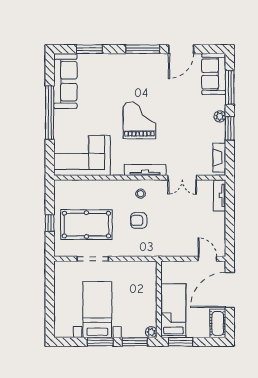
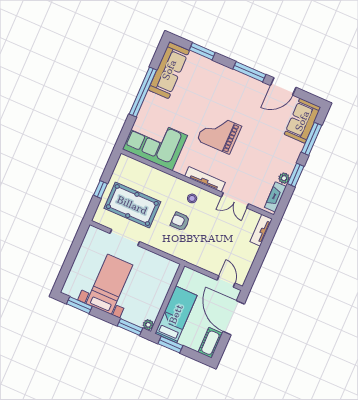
plant: (220, 116) -> (284, 178), moved
grand piano: (139, 120) -> (219, 133), turned -90
door: (230, 290) -> (234, 318), hinge flipped
window: (100, 342) -> (79, 305), moved

